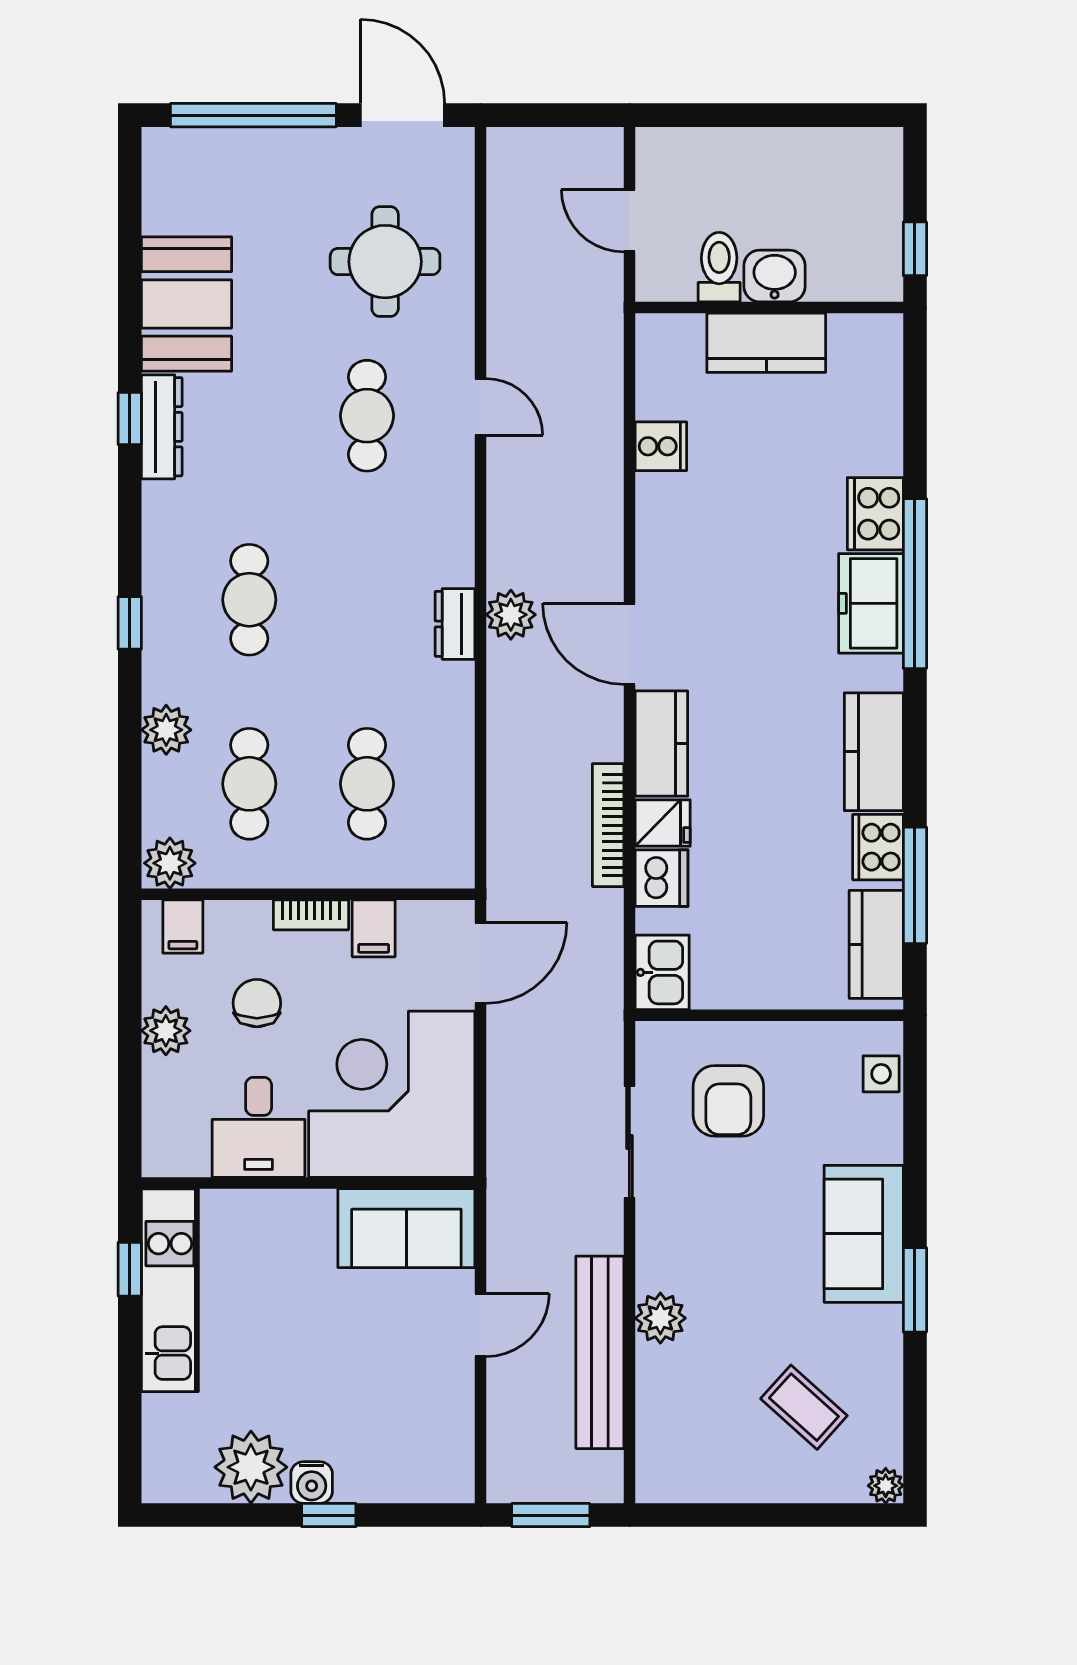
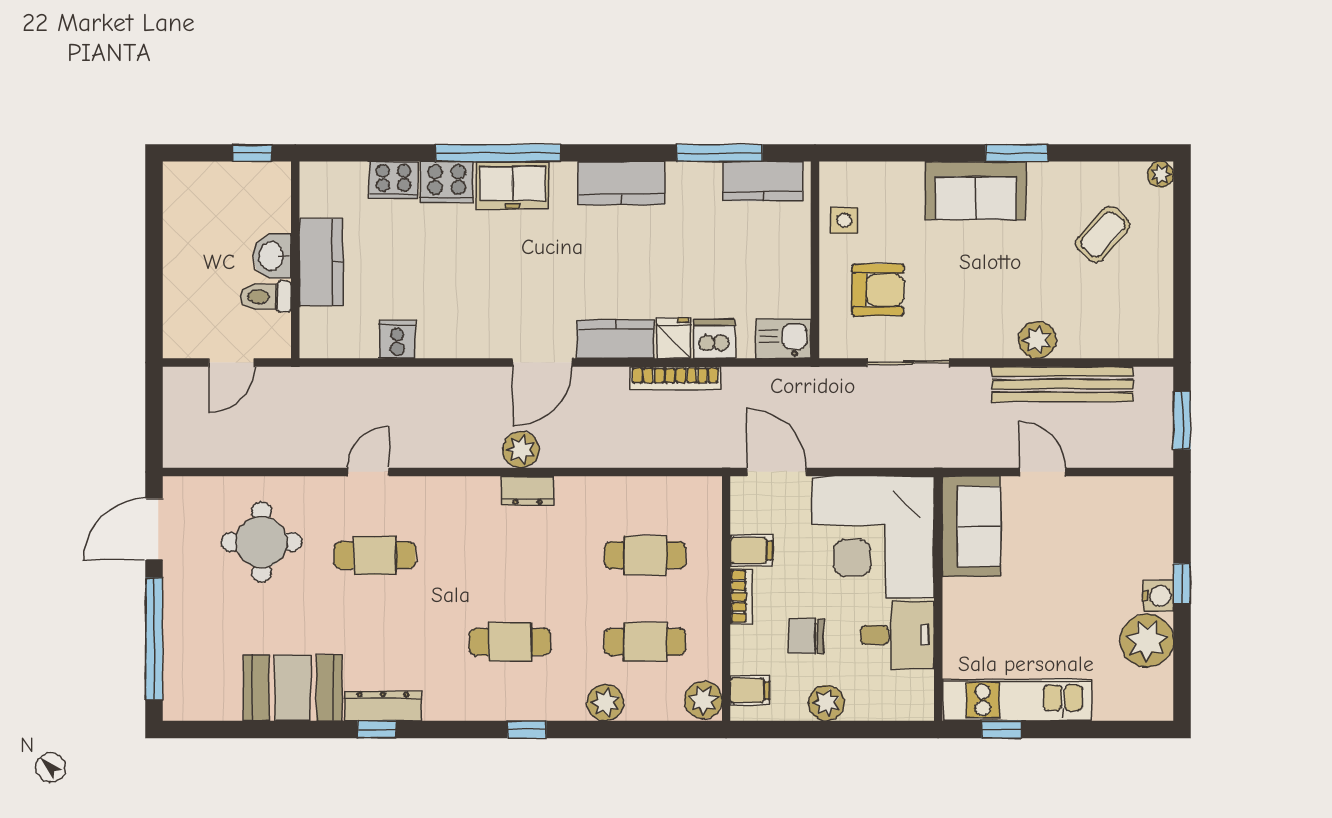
cooker: (878, 847) -> (393, 180), moved
side table: (881, 1074) -> (844, 220), moved

